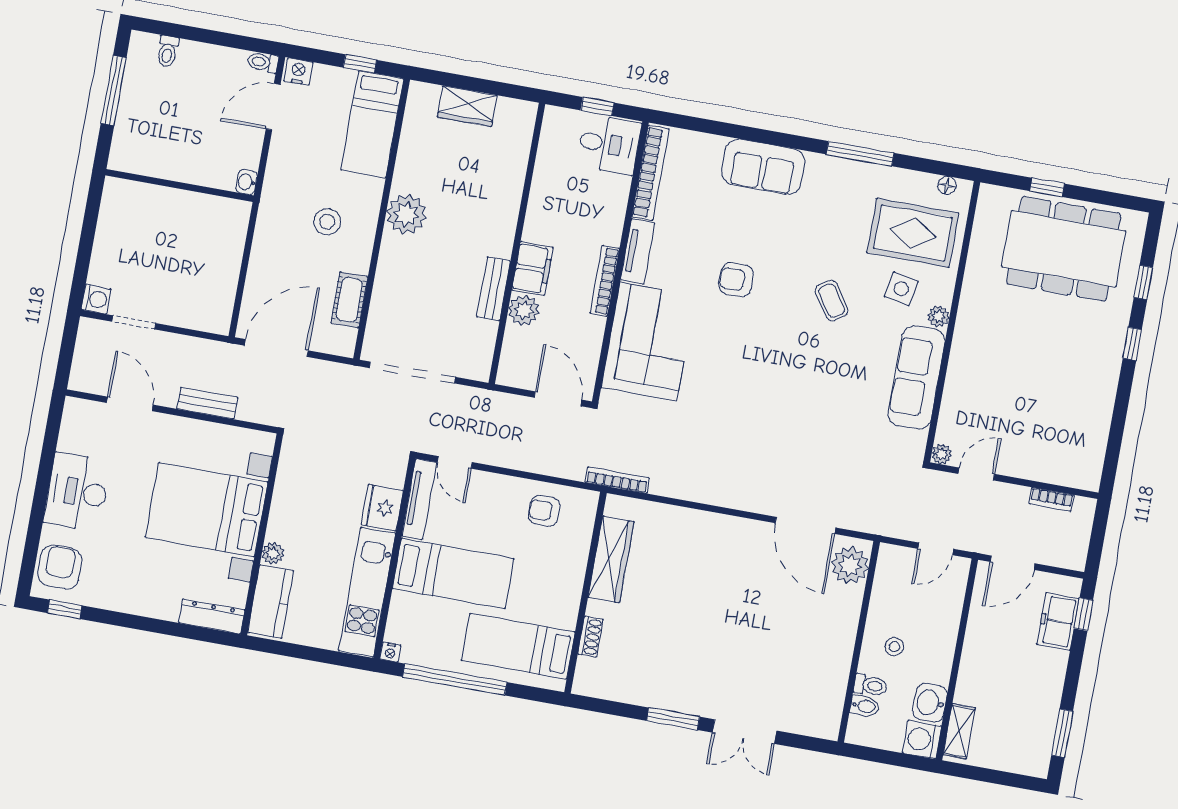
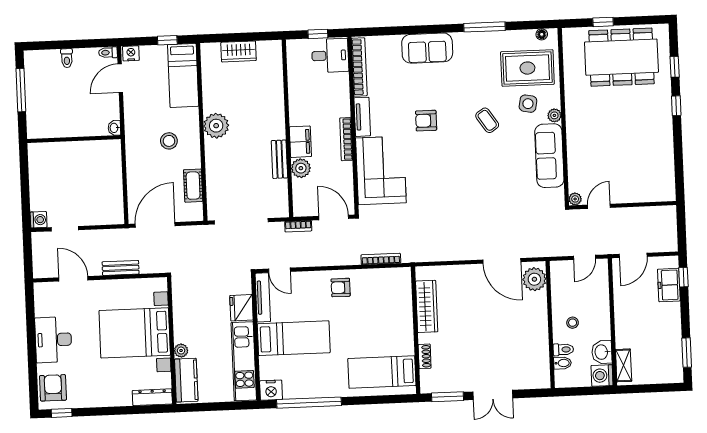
toilet: (168, 51) -> (67, 58), moved
bookcase: (1051, 499) -> (298, 226), moved
wardrobe: (611, 559) -> (427, 306), moved
wall: (585, 593) -> (416, 330), moved
shoe rack: (590, 637) -> (425, 356), moved
bed: (518, 646) -> (382, 372), moved
nightstand: (390, 652) -> (271, 390), width x1.89, depth x1.79

